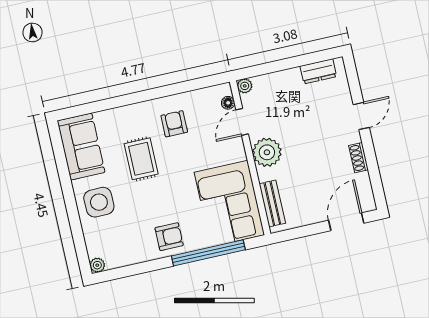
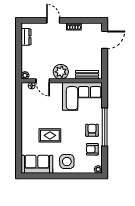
armchair: (174, 124) -> (92, 149), moved
door: (346, 222) -> (105, 40), swing flipped
window: (208, 253) -> (105, 127), moved

